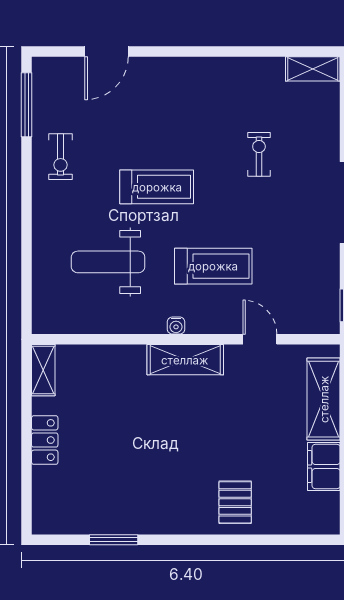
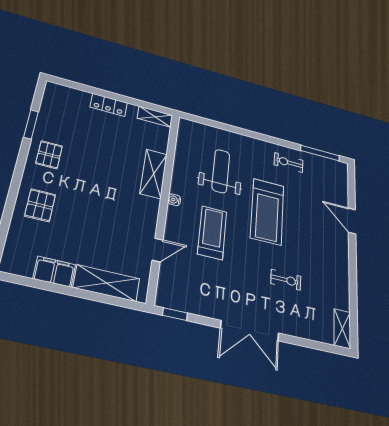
door: (107, 52) -> (352, 221), moved
treadmill: (157, 187) -> (267, 212), width x1.37, depth x1.38
treadmill: (213, 266) -> (212, 233), turned 180
shelving: (185, 360) -> (154, 174), moved
pallet: (235, 502) -> (40, 205), turned 90
pallet: (155, 506) -> (49, 155), added

